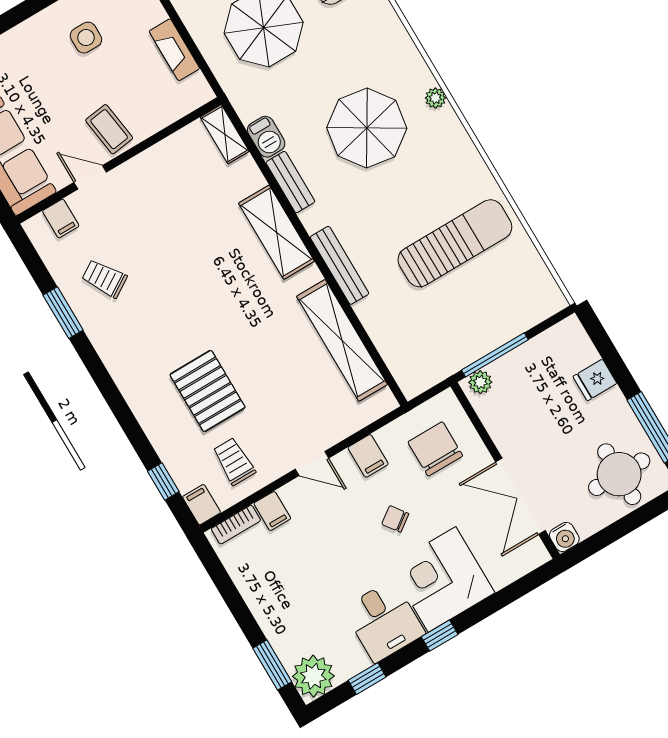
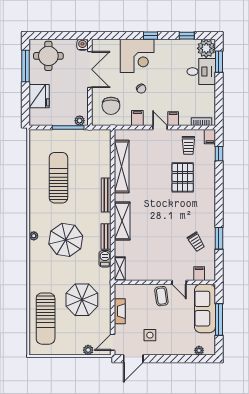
sun lounger: (455, 243) -> (58, 178), turned 90
fridge: (595, 380) -> (39, 96), width x1.88, depth x1.34
filing cabinet: (272, 511) -> (173, 119), moved
desk: (384, 621) -> (201, 72), moved, turned 90

